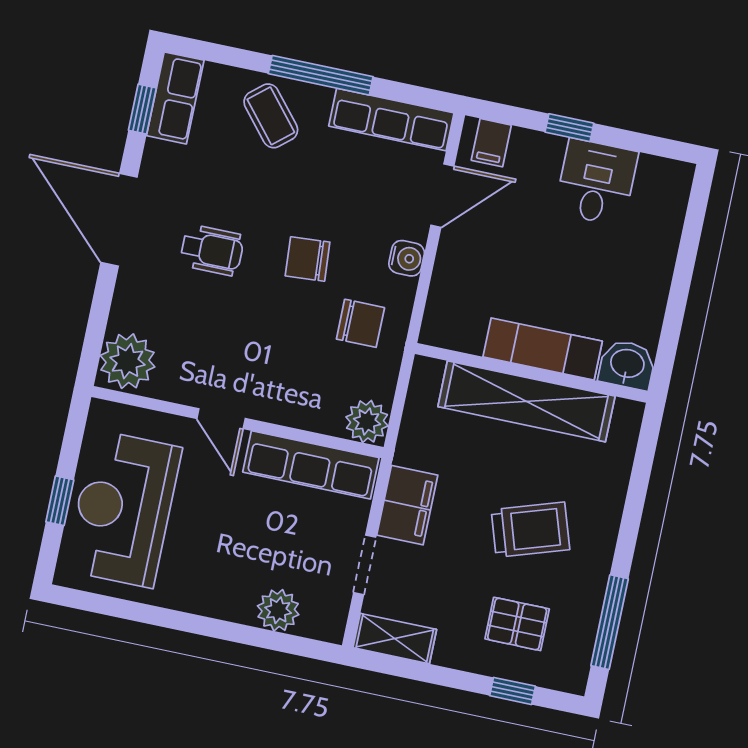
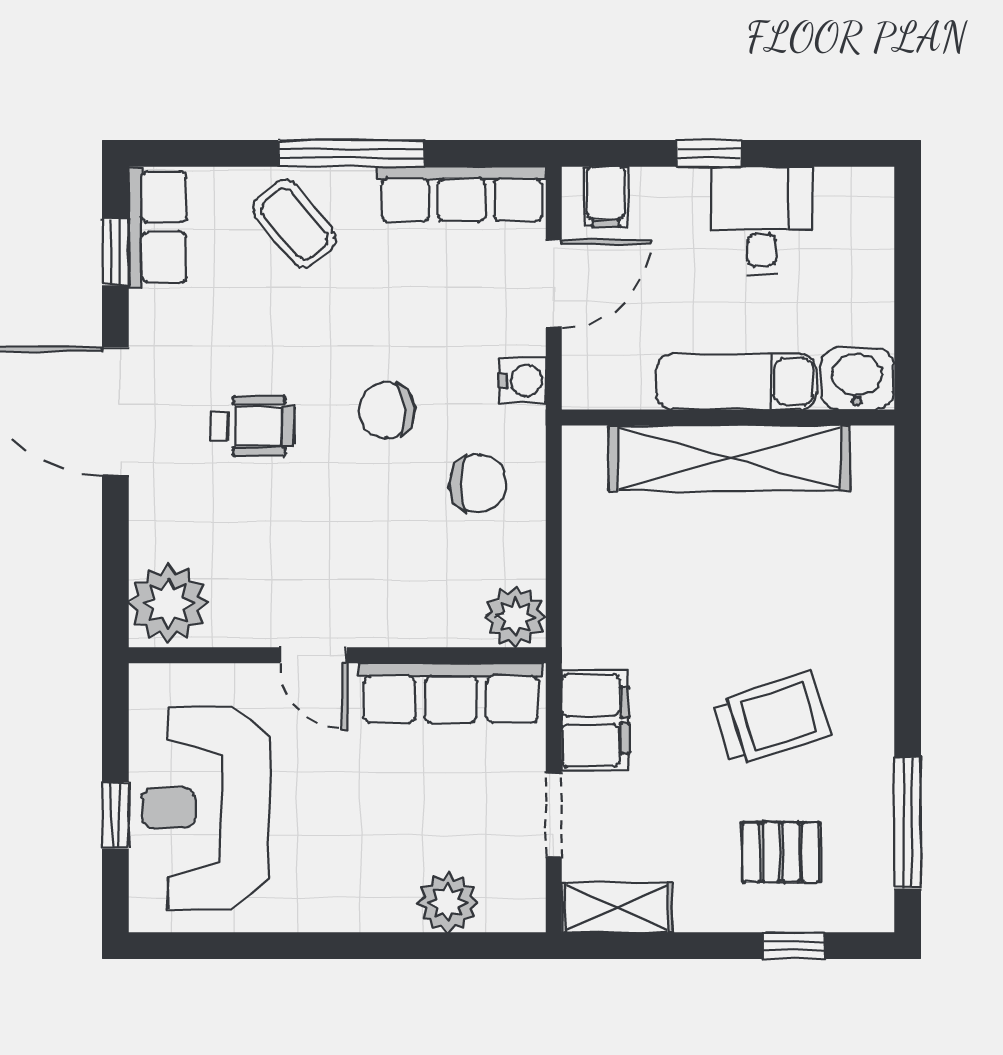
exam couch: (543, 349) -> (736, 382), moved
washbasin: (627, 365) -> (857, 379), moved
wall: (532, 373) -> (728, 418), moved
shelving: (526, 401) -> (729, 458), moved

